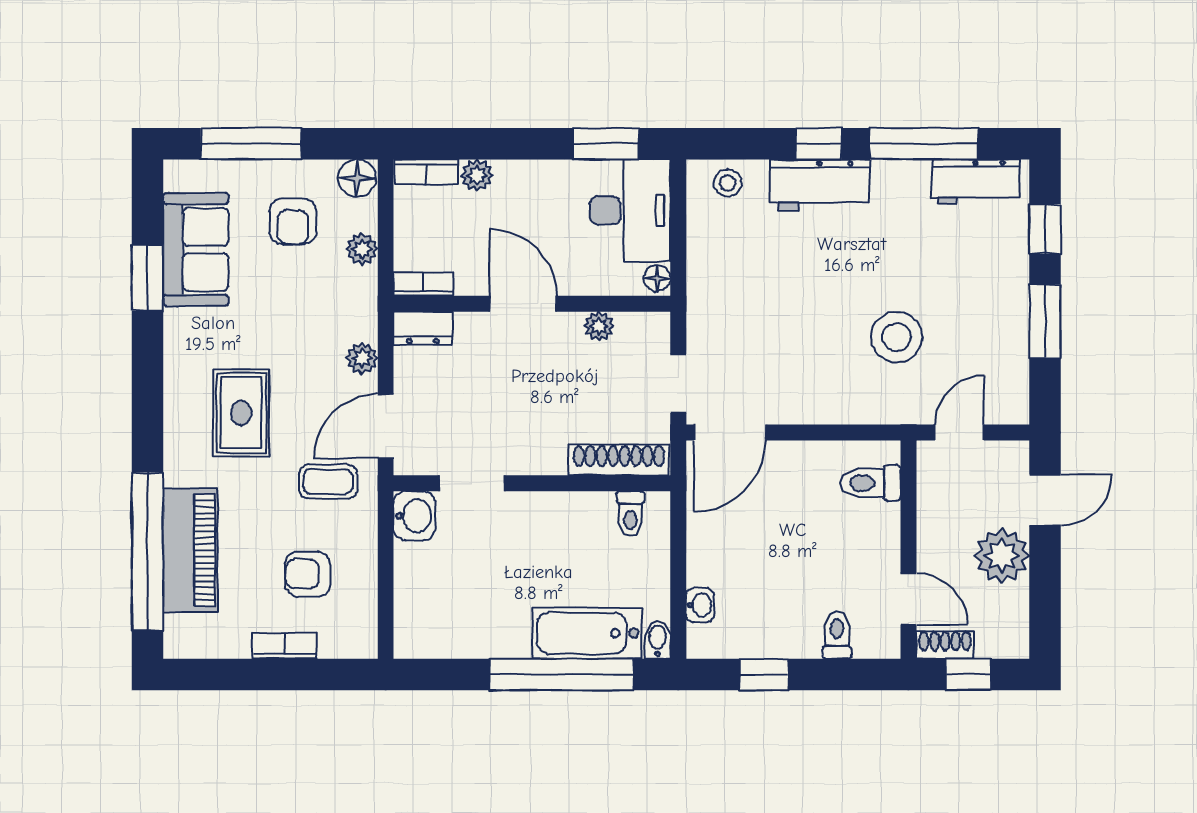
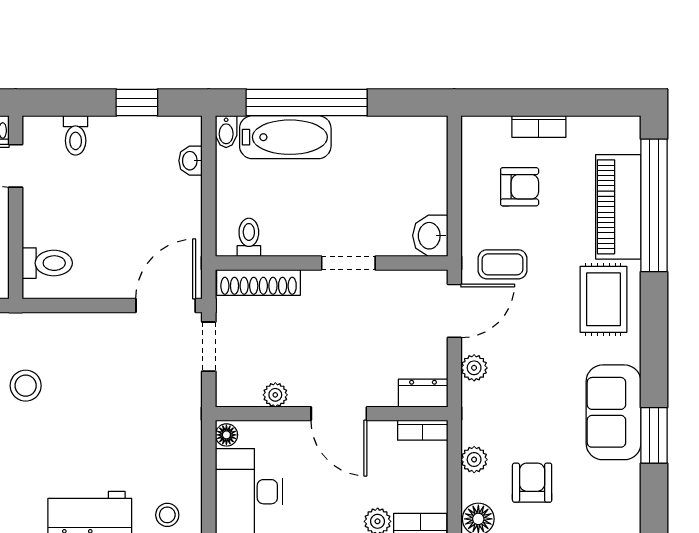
sofa: (196, 249) -> (614, 412), moved
stool: (896, 337) -> (26, 386), width x0.73, depth x0.73
rug: (241, 413) -> (603, 299), moved
doorway: (472, 483) -> (348, 263), moved

